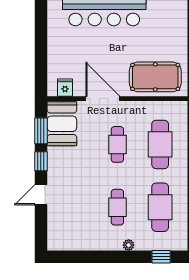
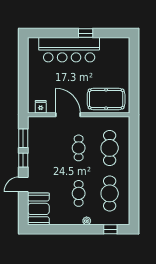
booth: (62, 124) -> (38, 209), moved

